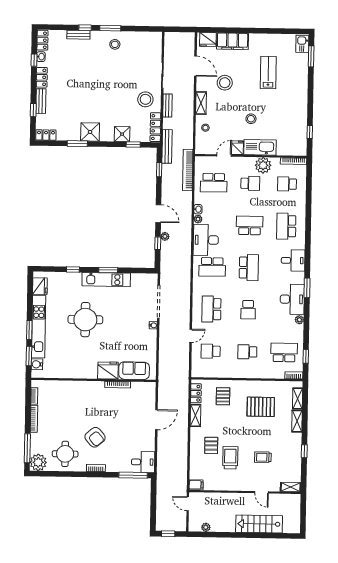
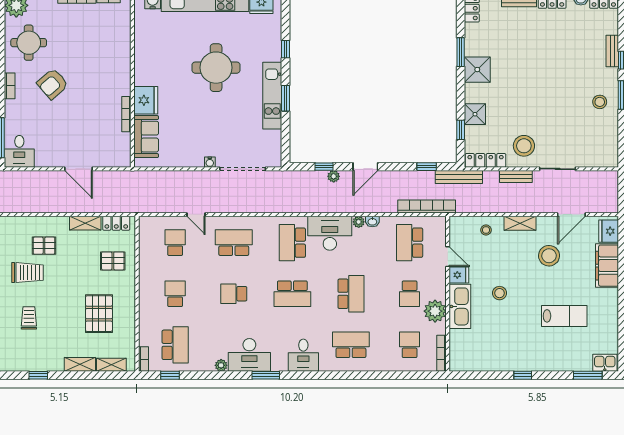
window: (310, 132) -> (523, 375), moved

